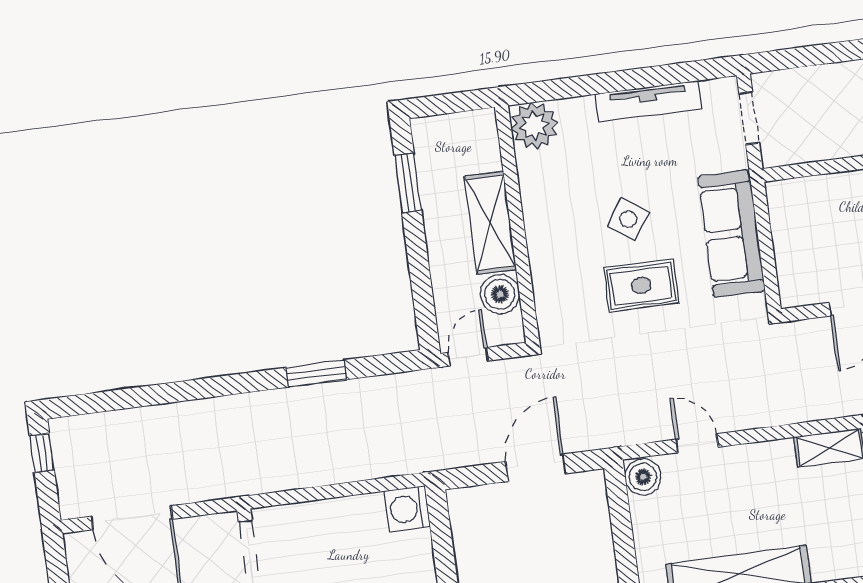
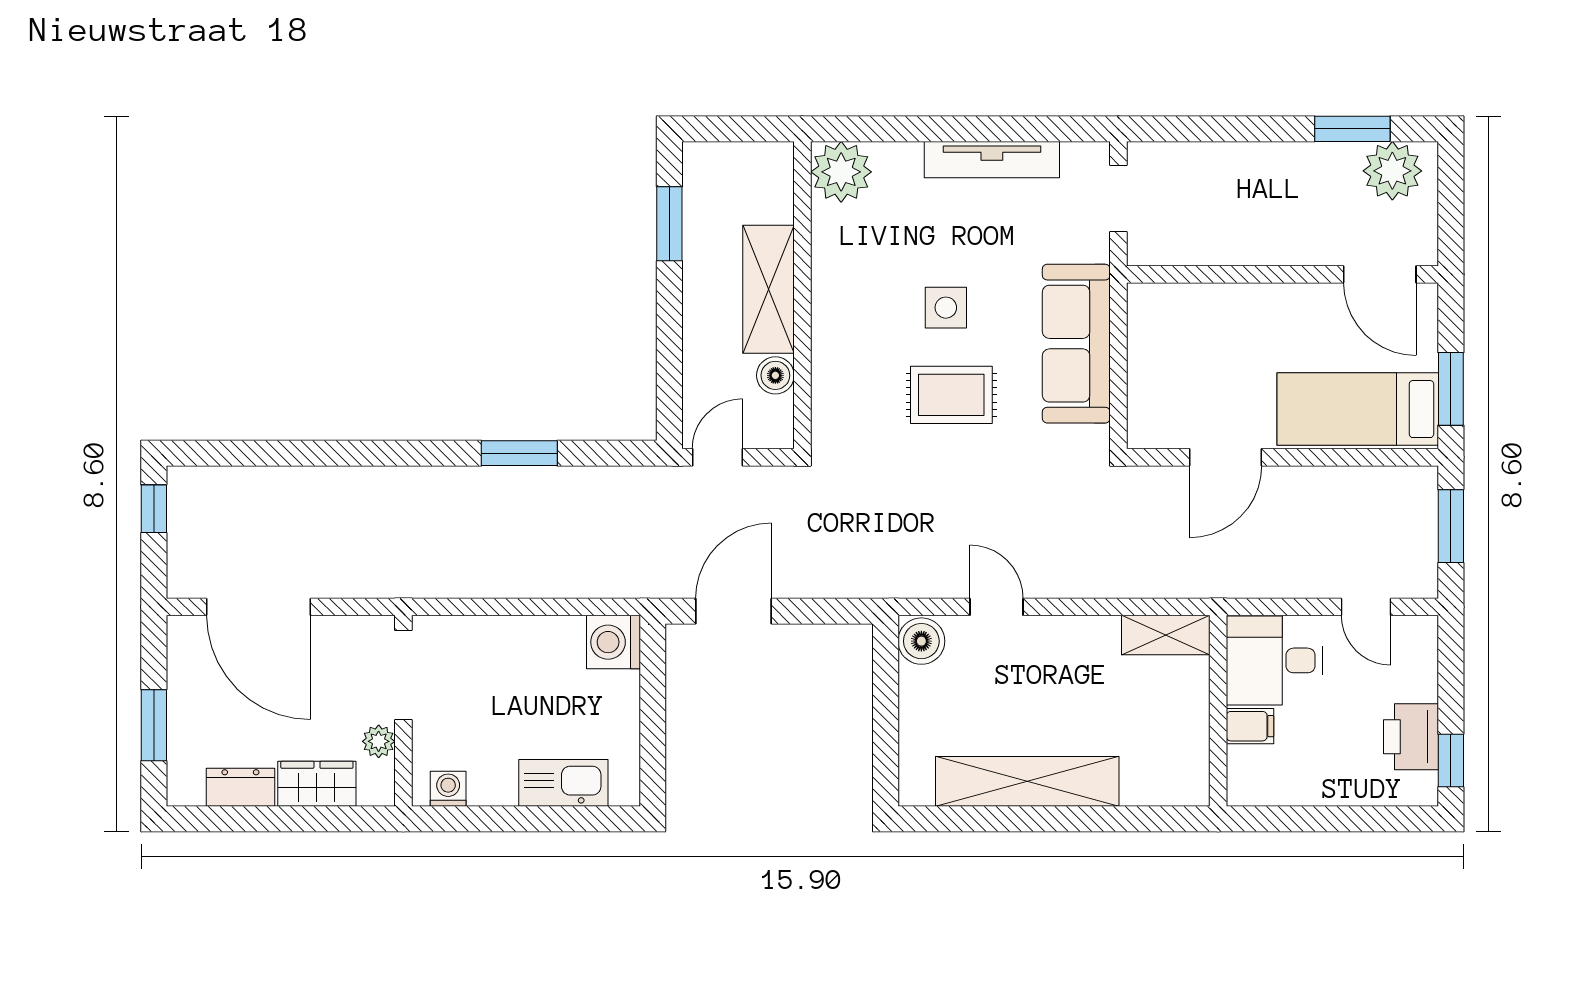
side table: (628, 219) -> (946, 308), turned -34
boiler: (500, 294) -> (775, 375), width x0.73, depth x0.73
door: (536, 468) -> (733, 611), moved

